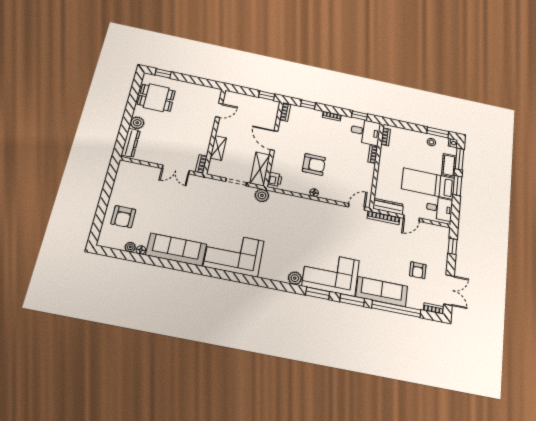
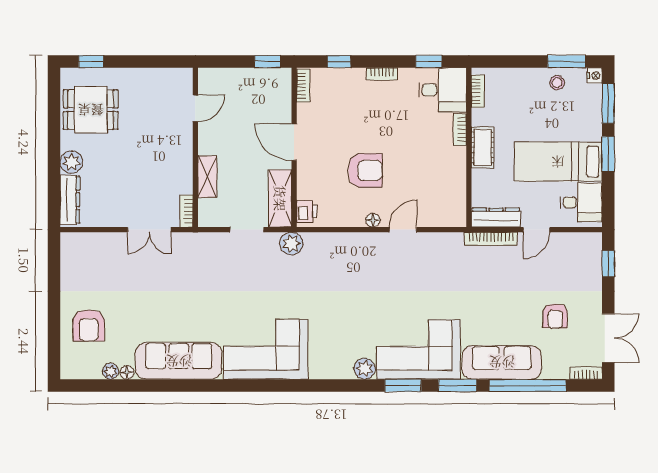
cot: (449, 165) -> (482, 147), moved
door: (357, 207) -> (403, 230), moved

